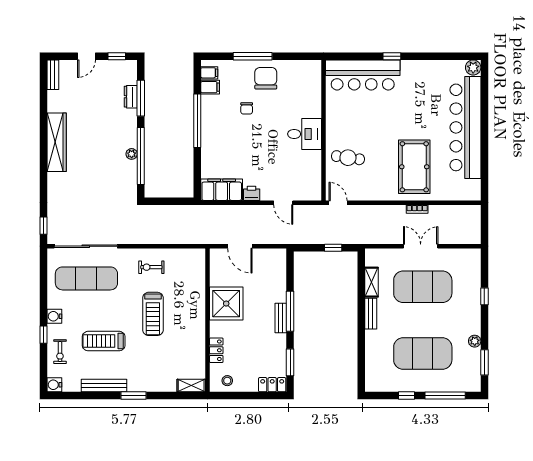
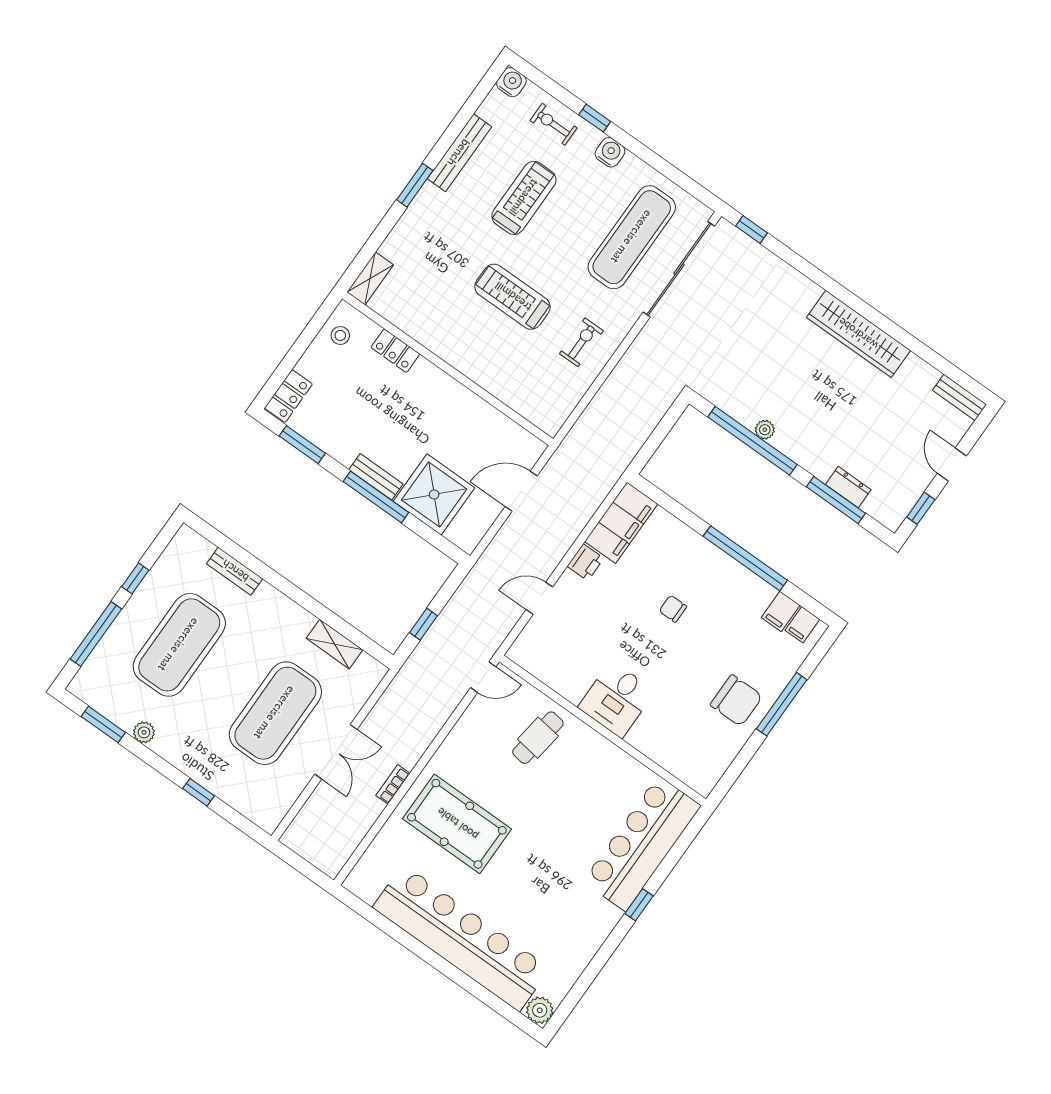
chair: (247, 108) -> (673, 609), moved
shower: (226, 304) -> (434, 494), moved
bench: (371, 314) -> (235, 571), moved

